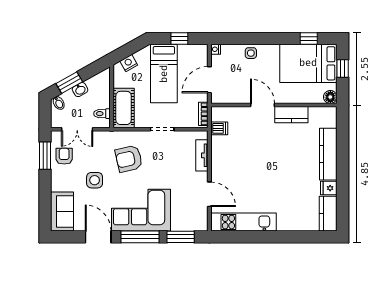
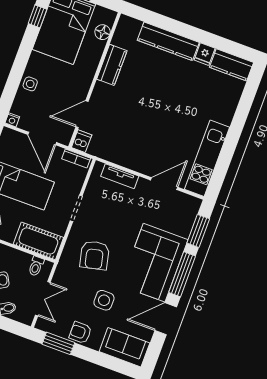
floor lamp: (330, 97) -> (103, 32), moved
door: (262, 105) -> (82, 114), moved
dishwasher: (219, 128) -> (82, 141), moved
armchair: (64, 156) -> (80, 333), moved

